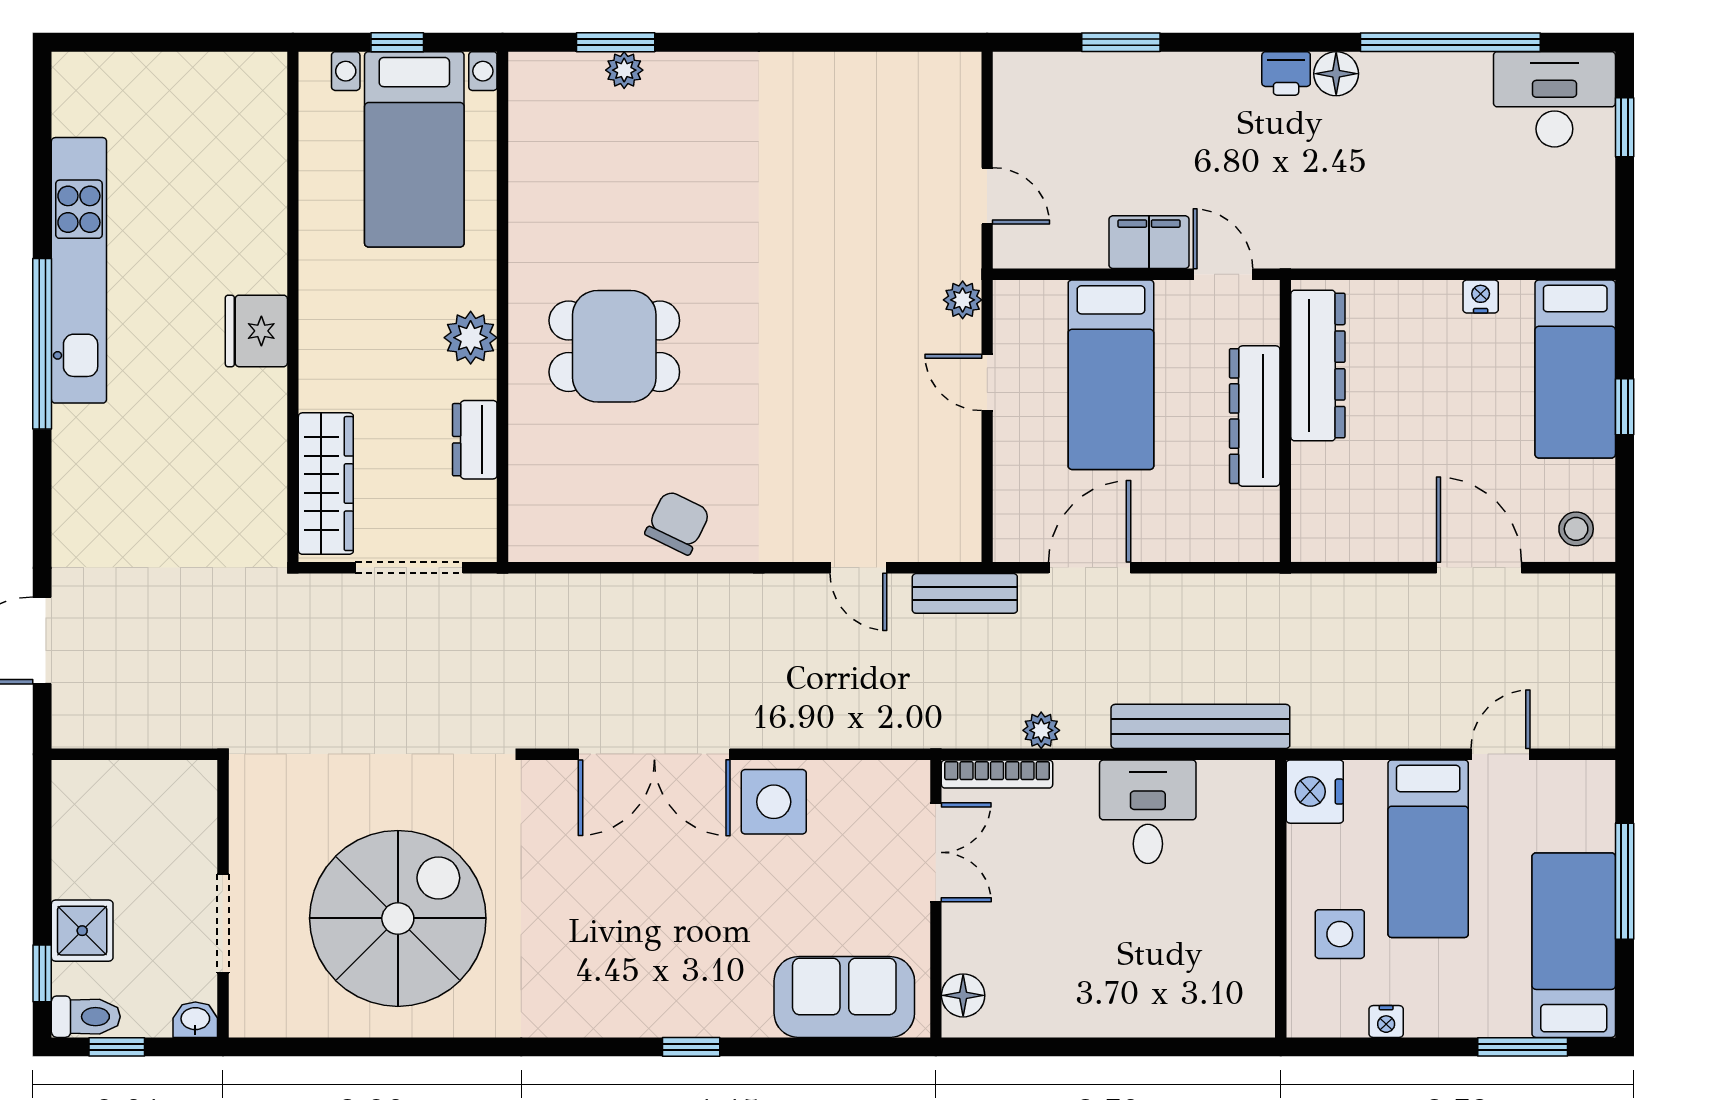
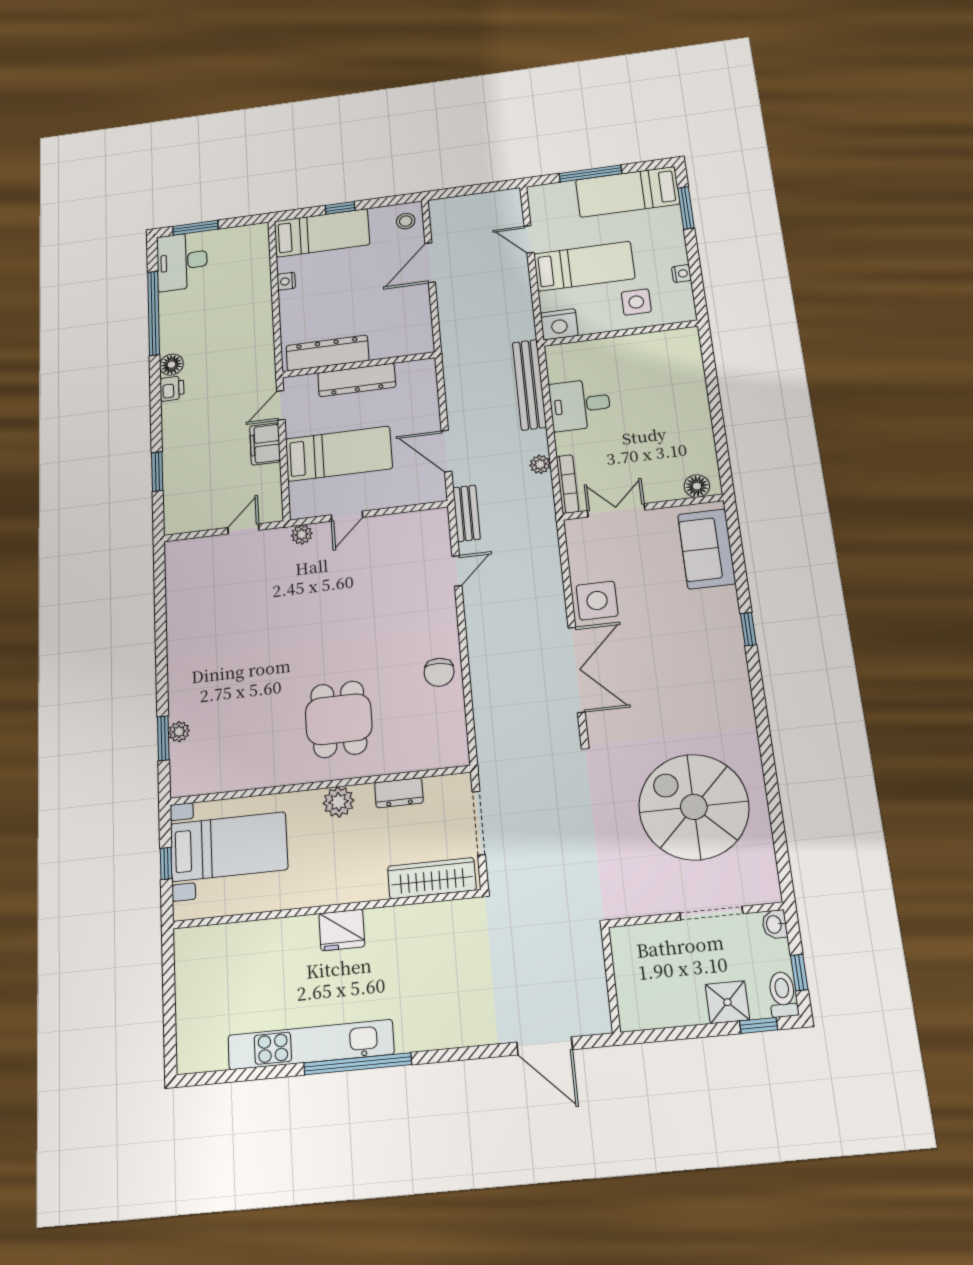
window: (1625, 127) -> (195, 228), width x1.50
chair: (678, 523) -> (439, 672), turned -112

